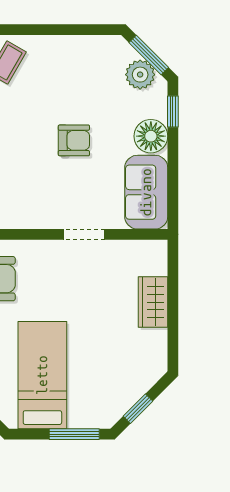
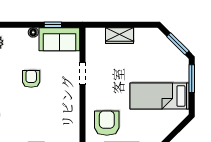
window: (173, 112) -> (53, 25), moved
floor lamp: (151, 136) -> (33, 32), width x0.53, depth x0.53
window: (138, 409) -> (178, 44), width x1.50

